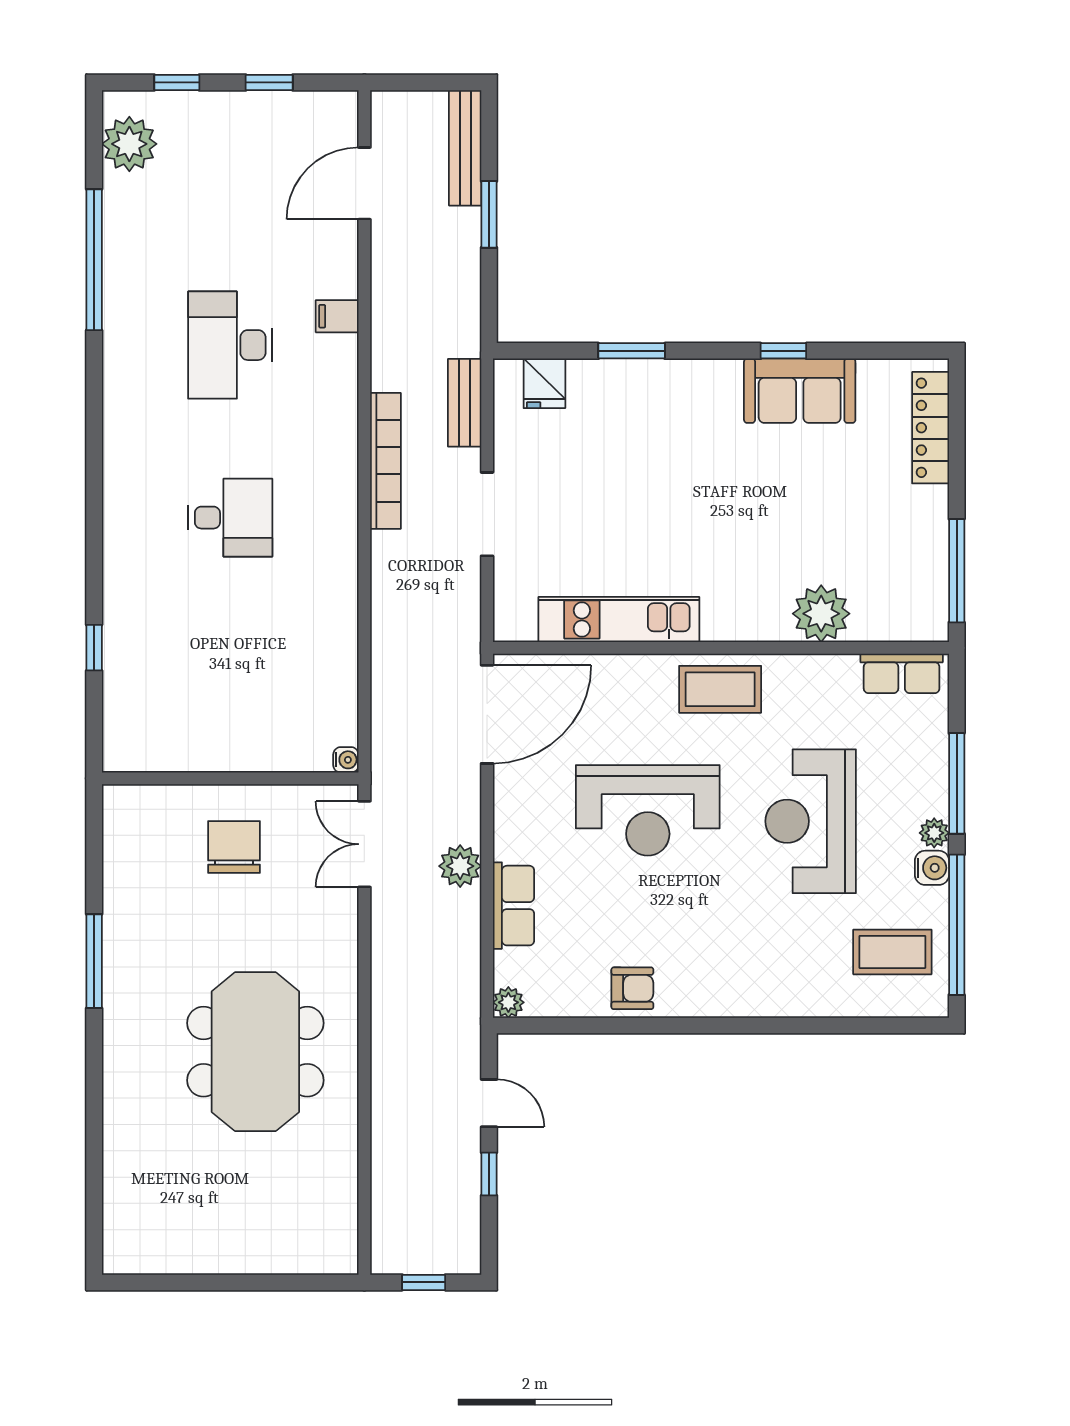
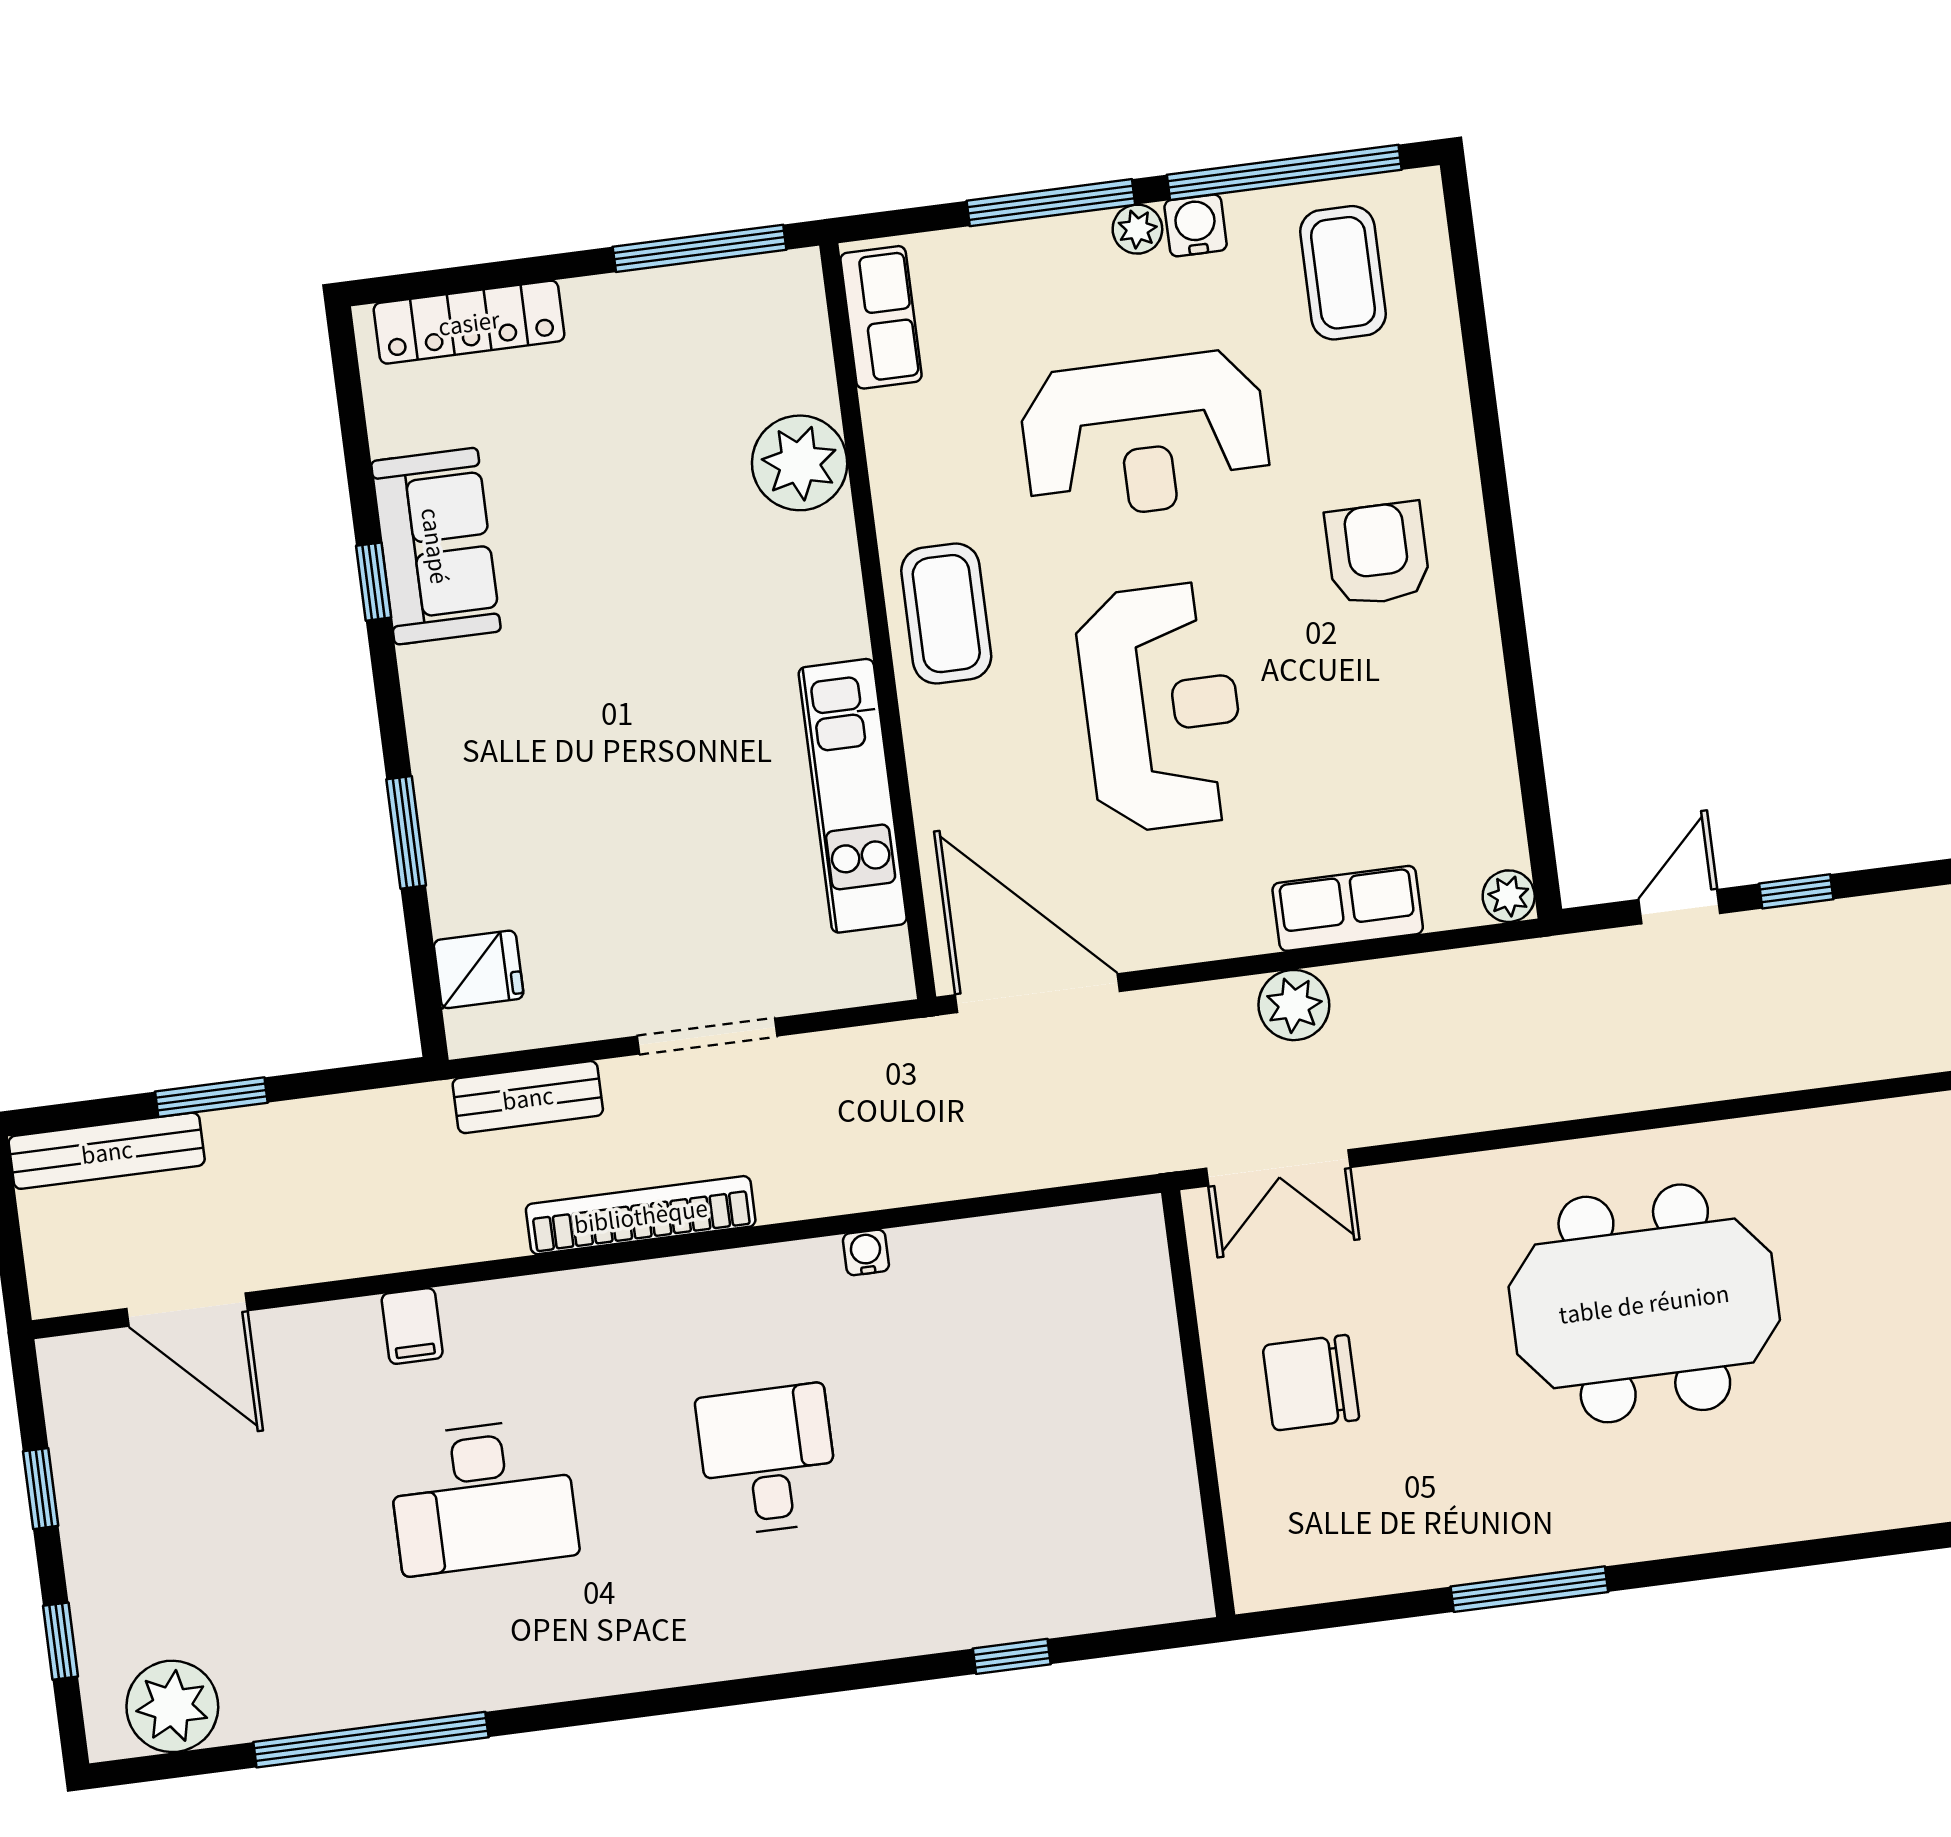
water cooler: (346, 760) -> (866, 1252), moved
armchair: (632, 988) -> (1378, 554), moved, width x1.38, depth x1.38

